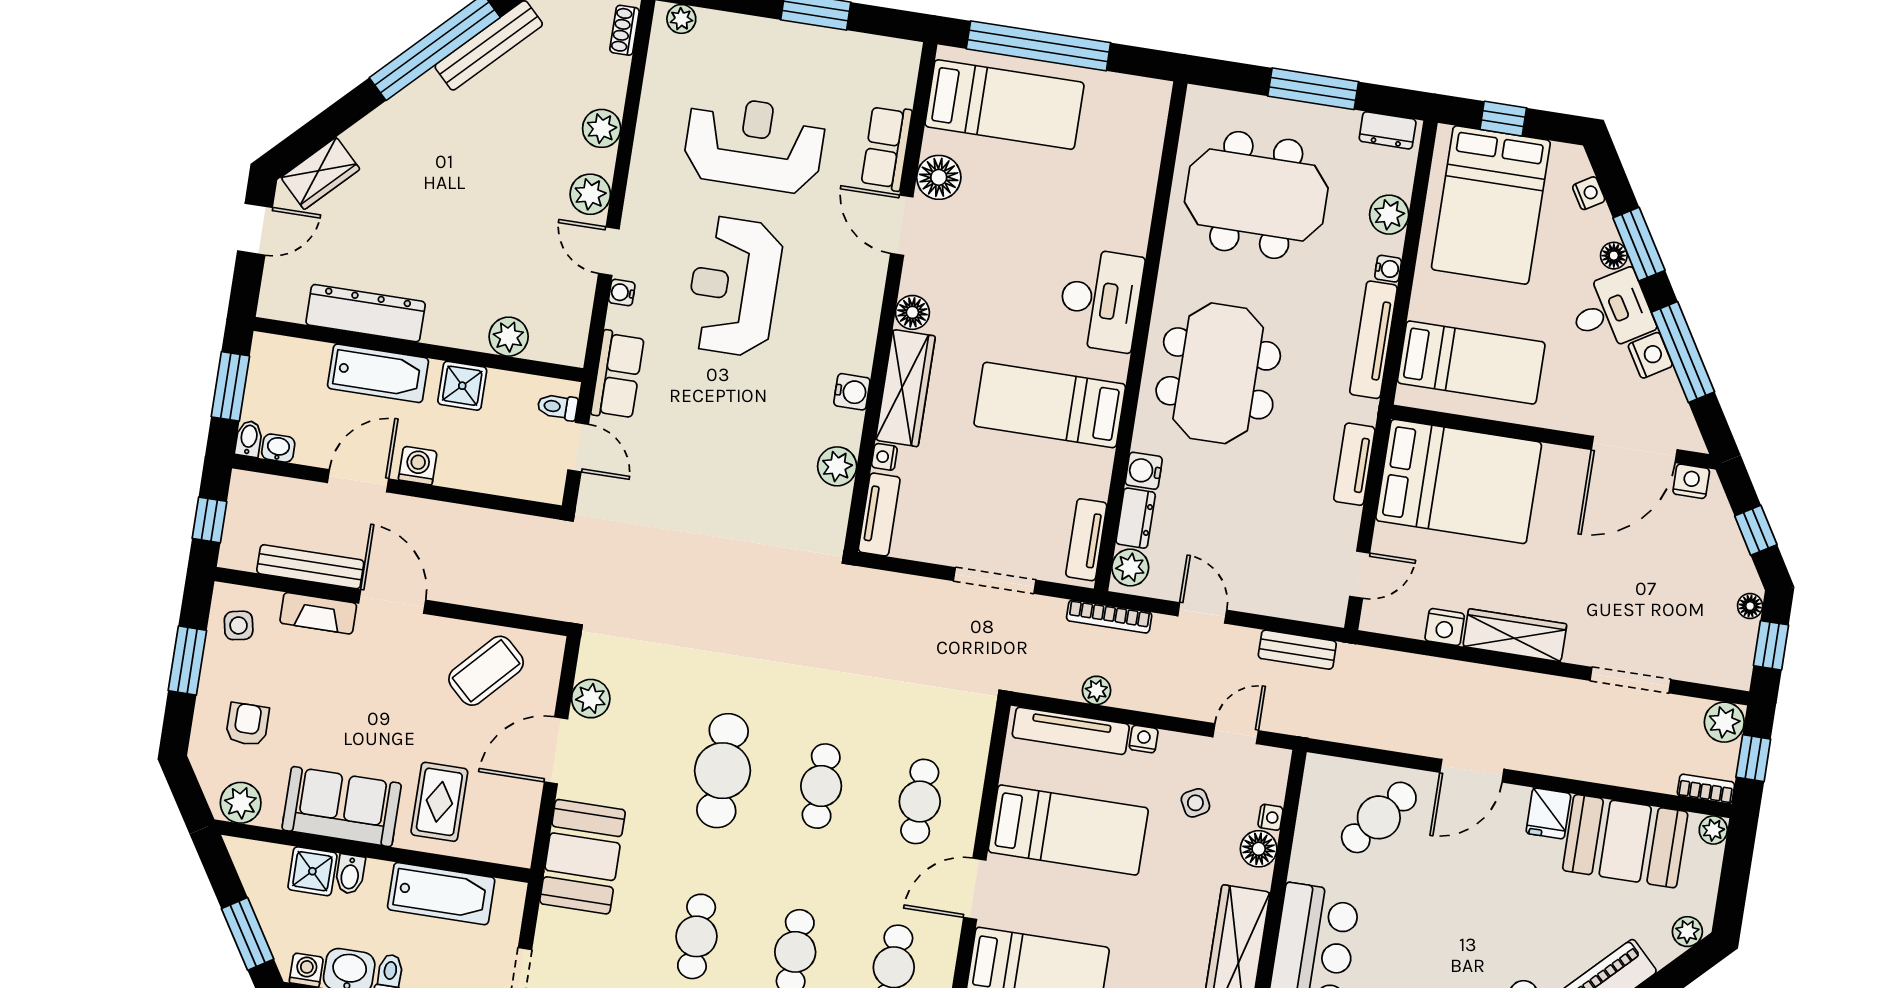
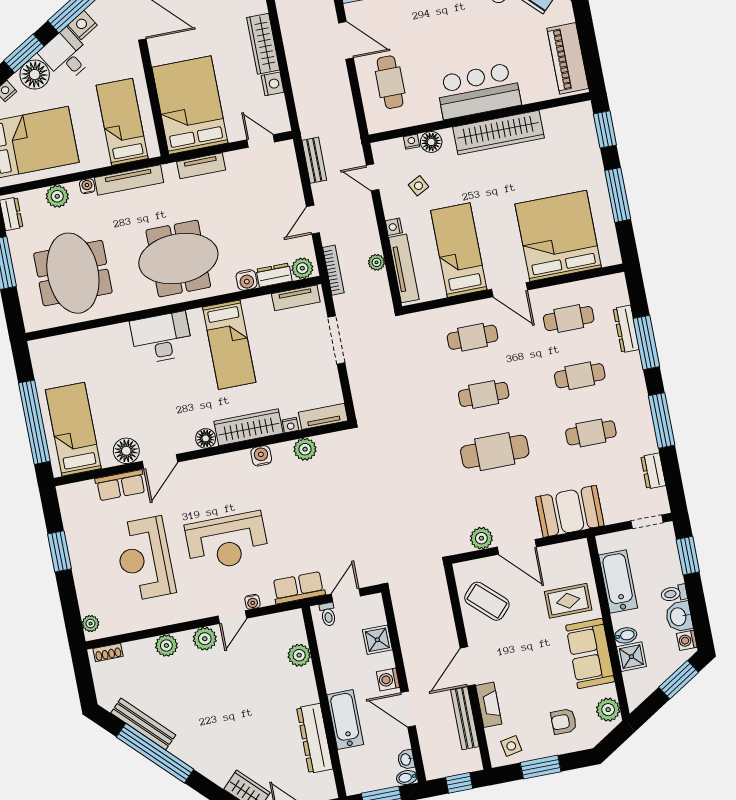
floor lamp: (1614, 256) -> (35, 75), width x1.89, depth x1.89
shower: (462, 386) -> (377, 640), moved
cafe table: (1379, 817) -> (390, 82), turned 51

